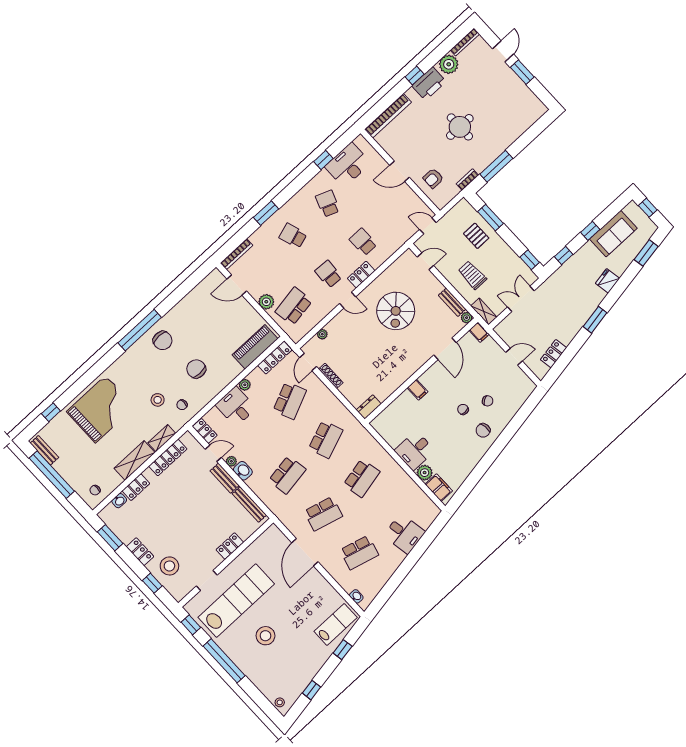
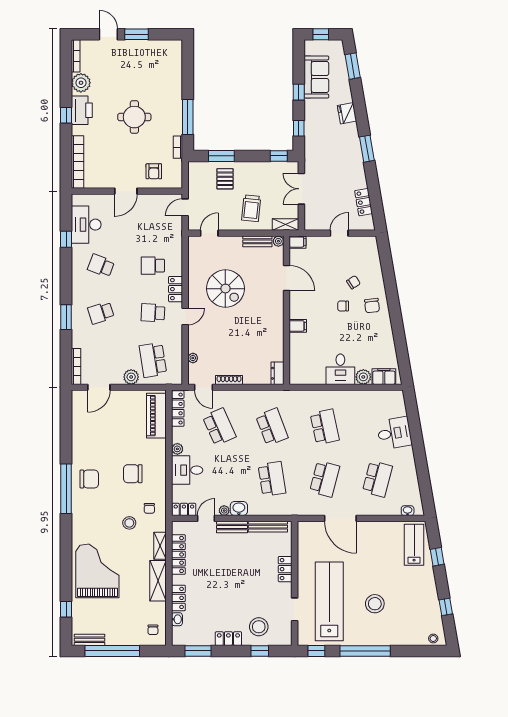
pallet: (476, 236) -> (225, 179), turned 90
trolley: (472, 275) -> (251, 208), turned -84

